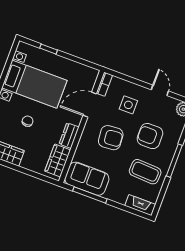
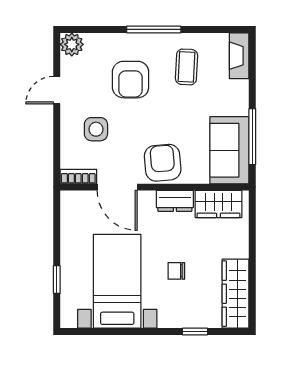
armchair: (111, 138) -> (163, 163), moved
coffee table: (145, 172) -> (186, 67), width x0.73, depth x0.77

